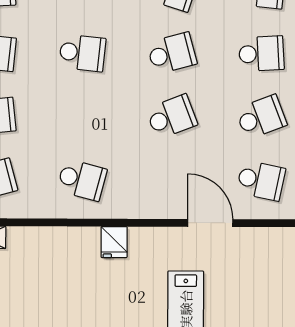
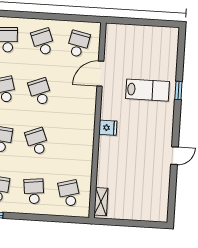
school desk: (82, 180) -> (37, 141), moved, turned -36

